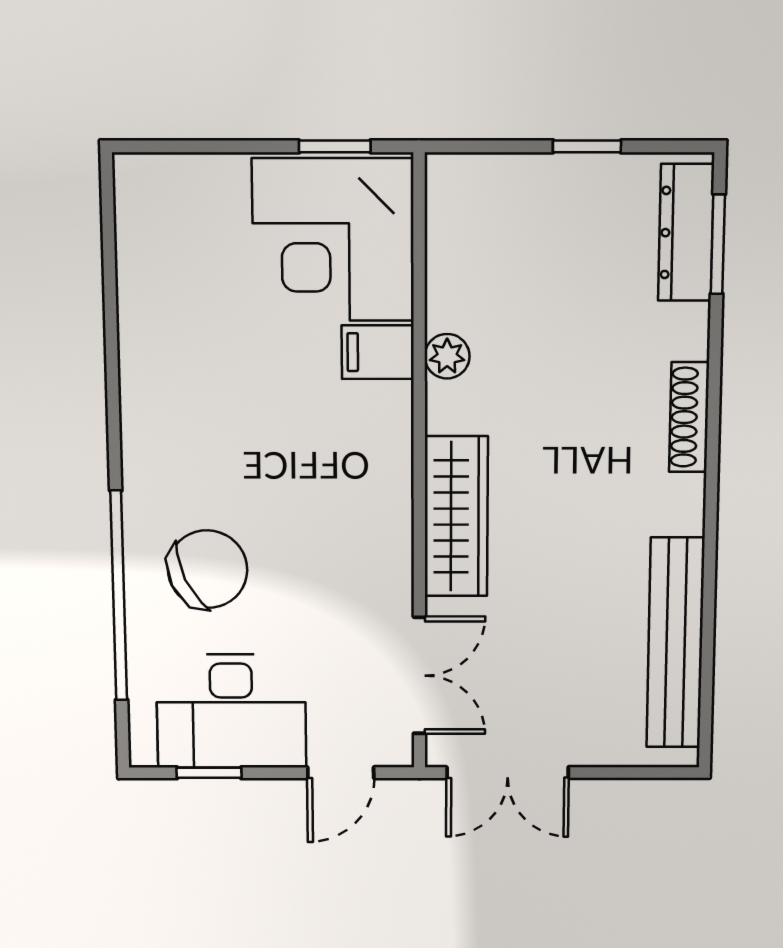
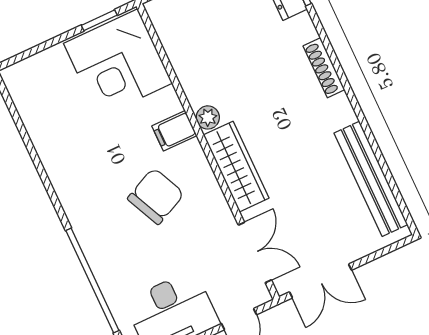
filing cabinet: (378, 352) -> (174, 131), moved
plant: (447, 356) -> (208, 117), moved
chair: (208, 569) -> (156, 196), moved

